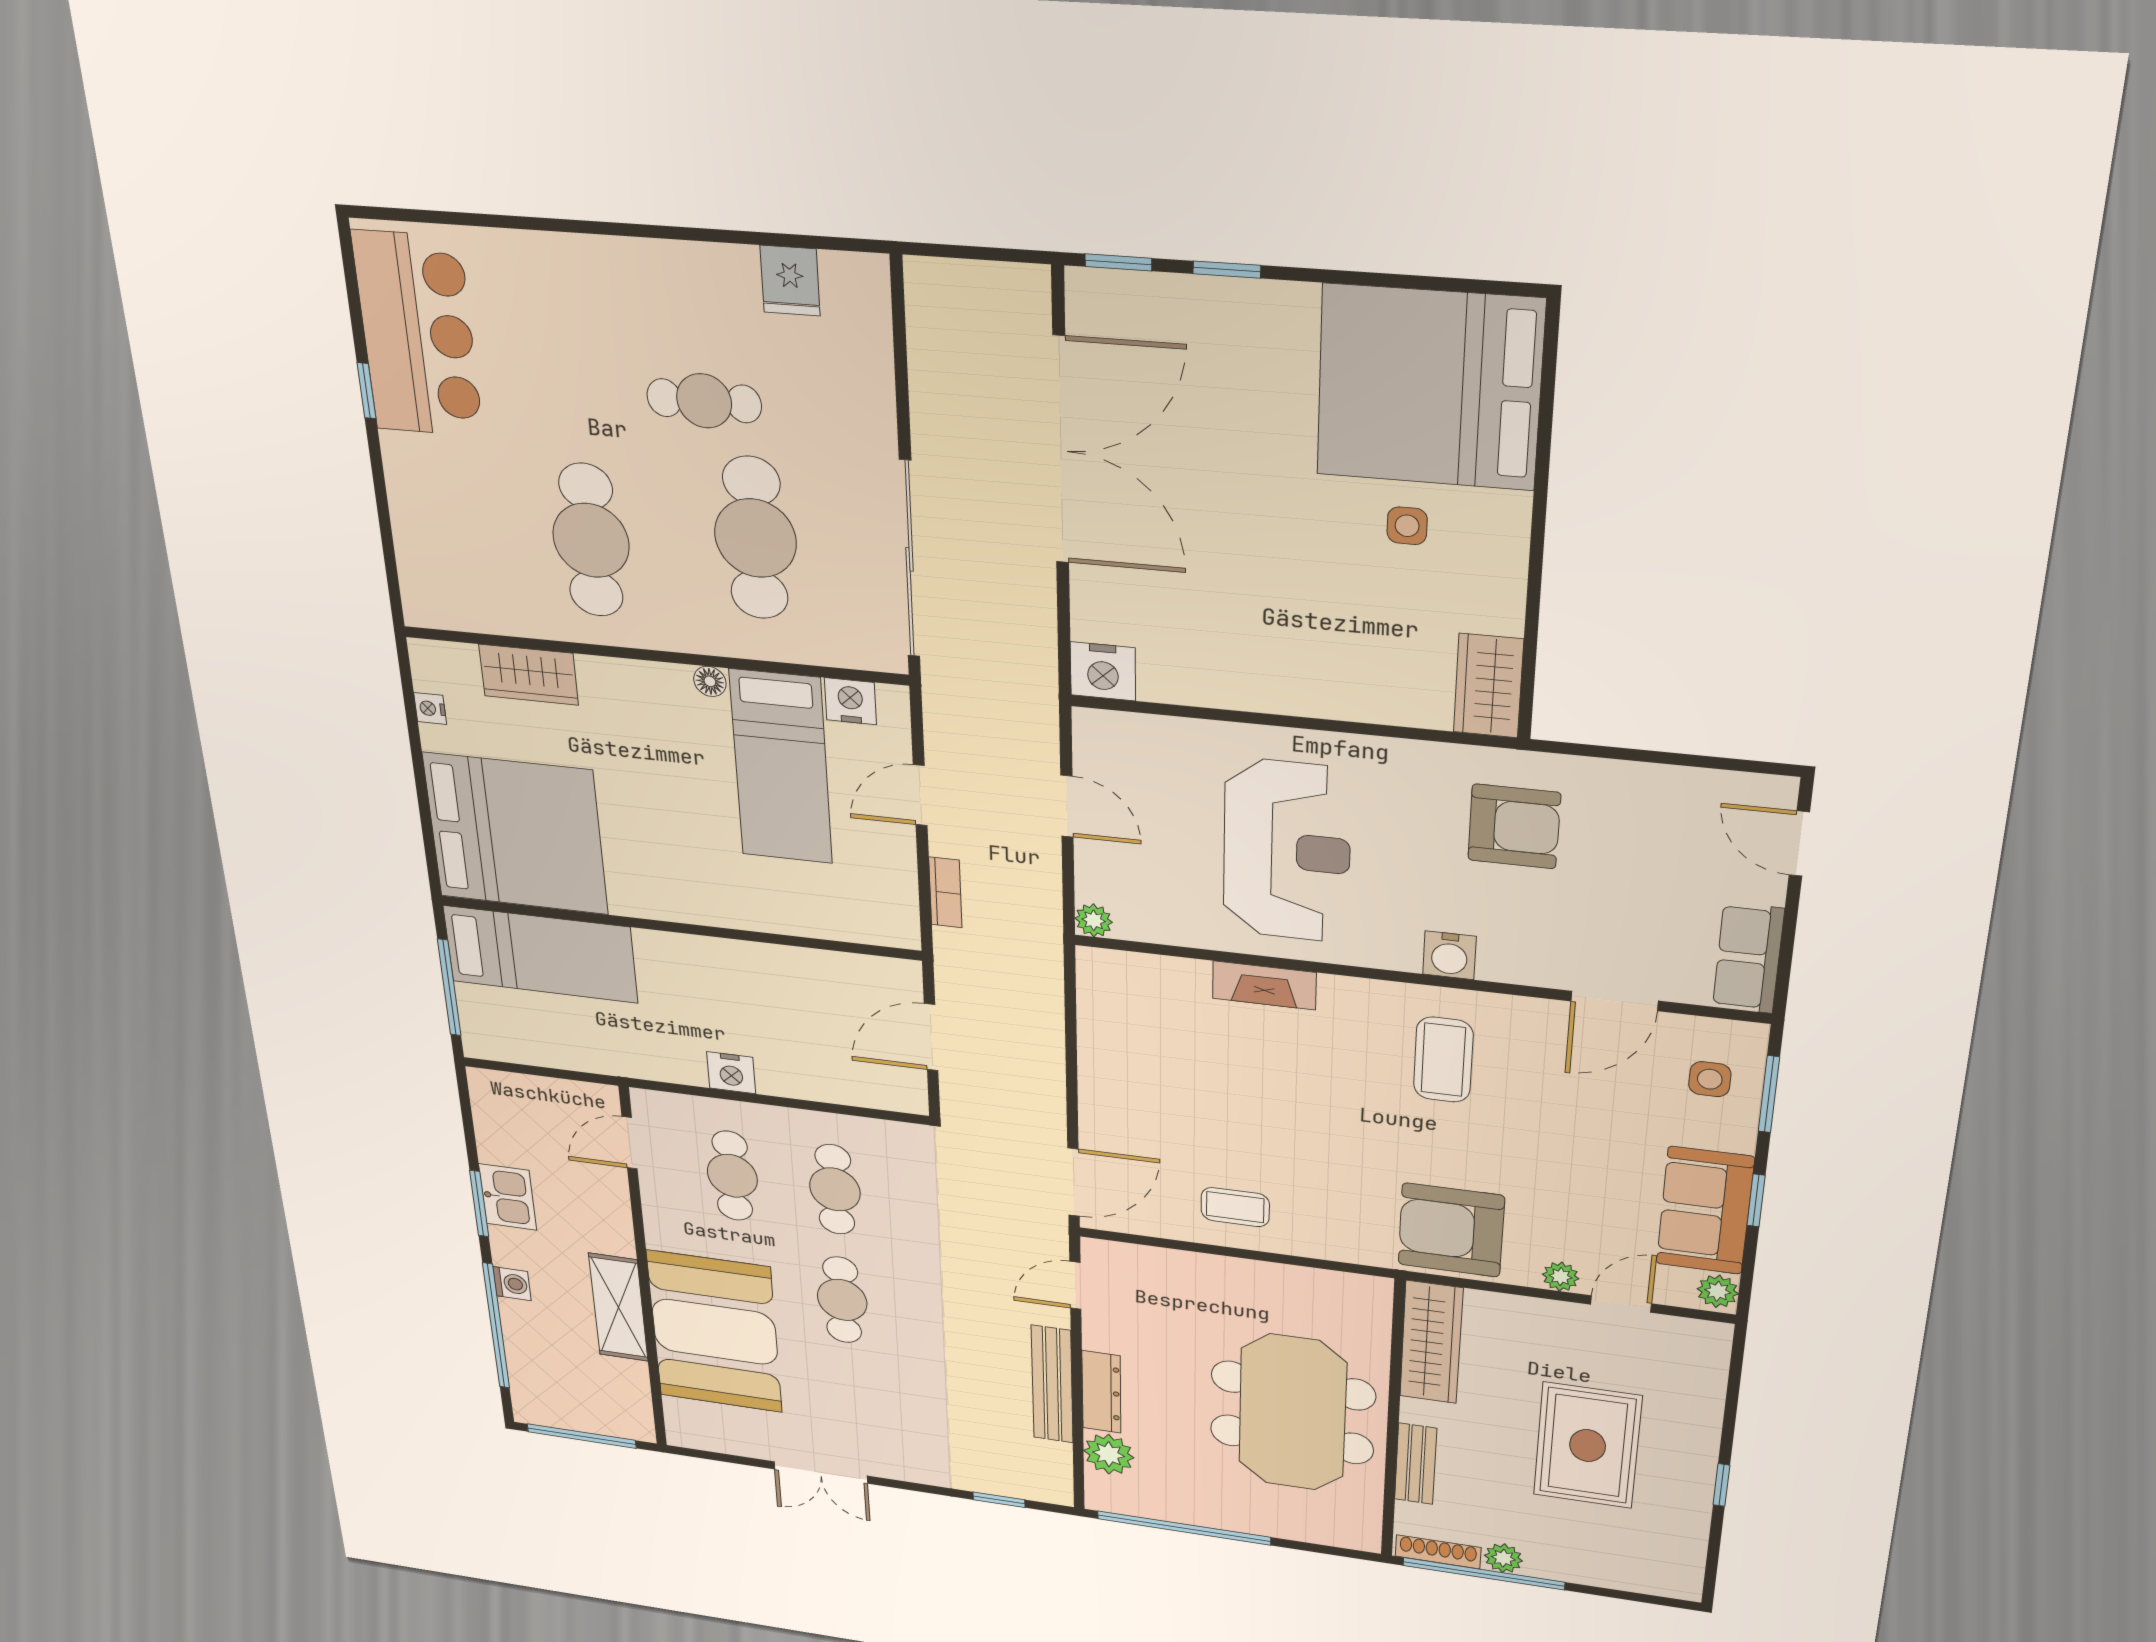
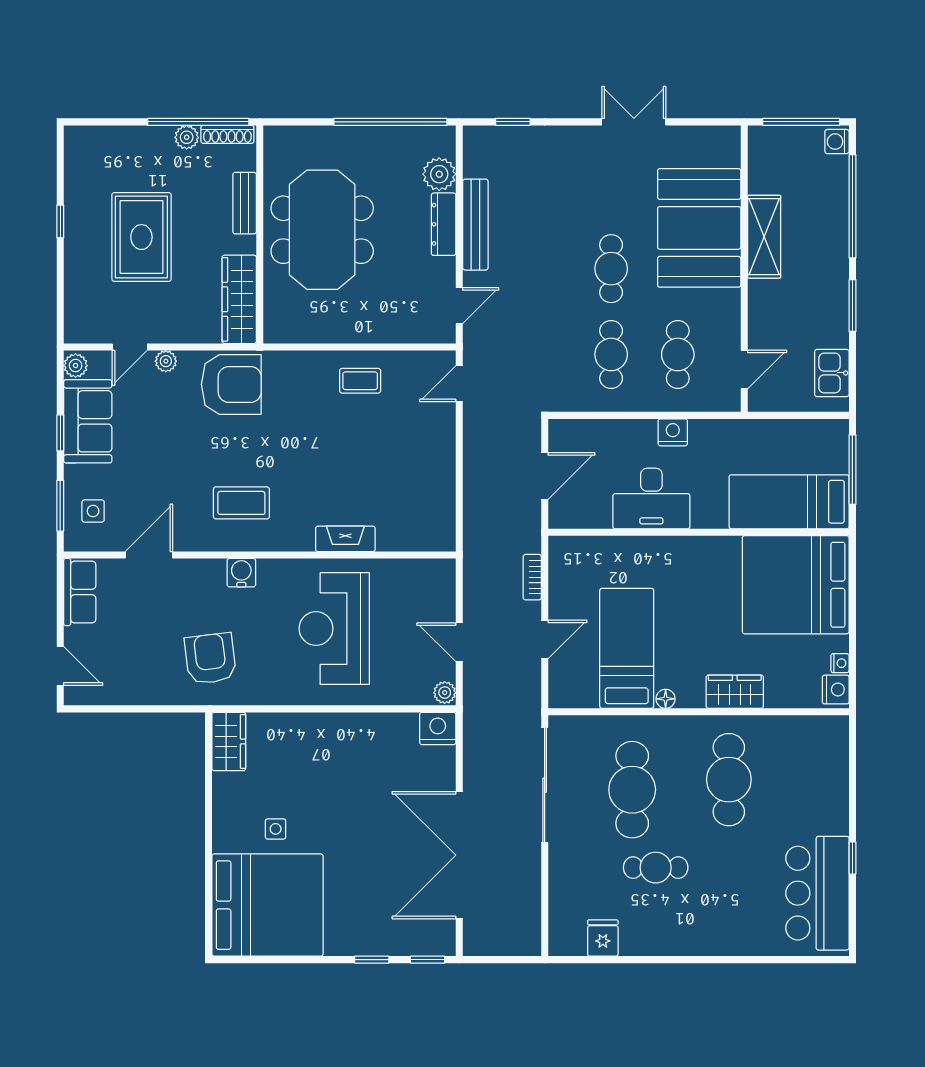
wardrobe: (529, 675) -> (735, 692), moved
nightstand: (850, 701) -> (836, 689), moved, turned -90
armchair: (1514, 826) -> (210, 659), turned 83
plant: (1094, 920) -> (445, 693), moved
desk: (757, 985) -> (651, 498), added
coffee table: (1443, 1060) -> (241, 503), turned 90
door: (1074, 1182) -> (459, 384), width x0.73
kitchen sink: (508, 1197) -> (832, 373), moved
washing machine: (512, 1284) -> (837, 142), moved

